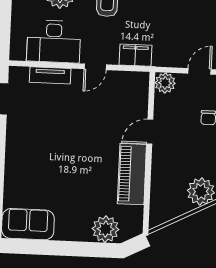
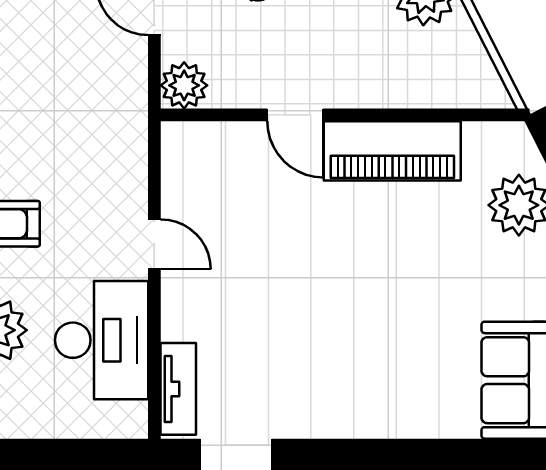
filing cabinet: (135, 55) -> (124, 155), removed
tv unit: (50, 75) -> (178, 389), moved

